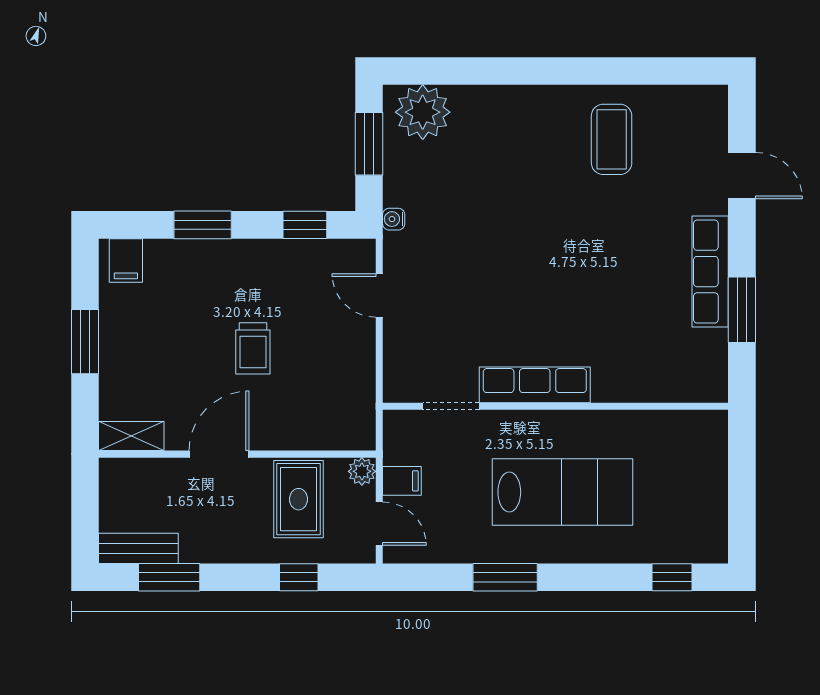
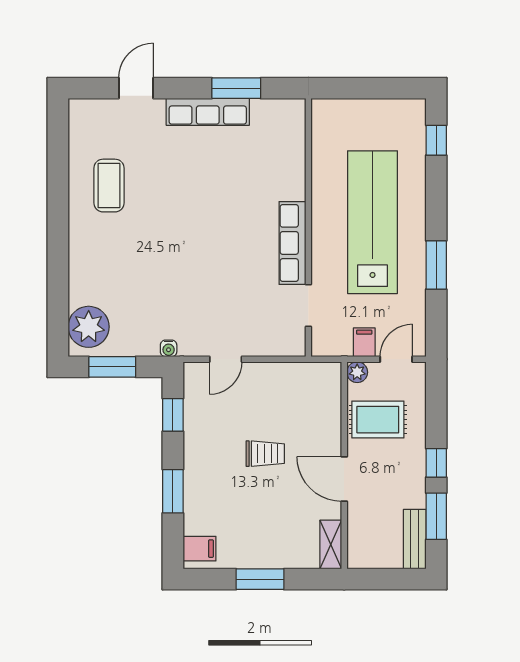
coffee table: (612, 139) -> (109, 186), turned 90
lab bench: (563, 492) -> (373, 222), width x1.36
window: (299, 577) -> (436, 463), moved

